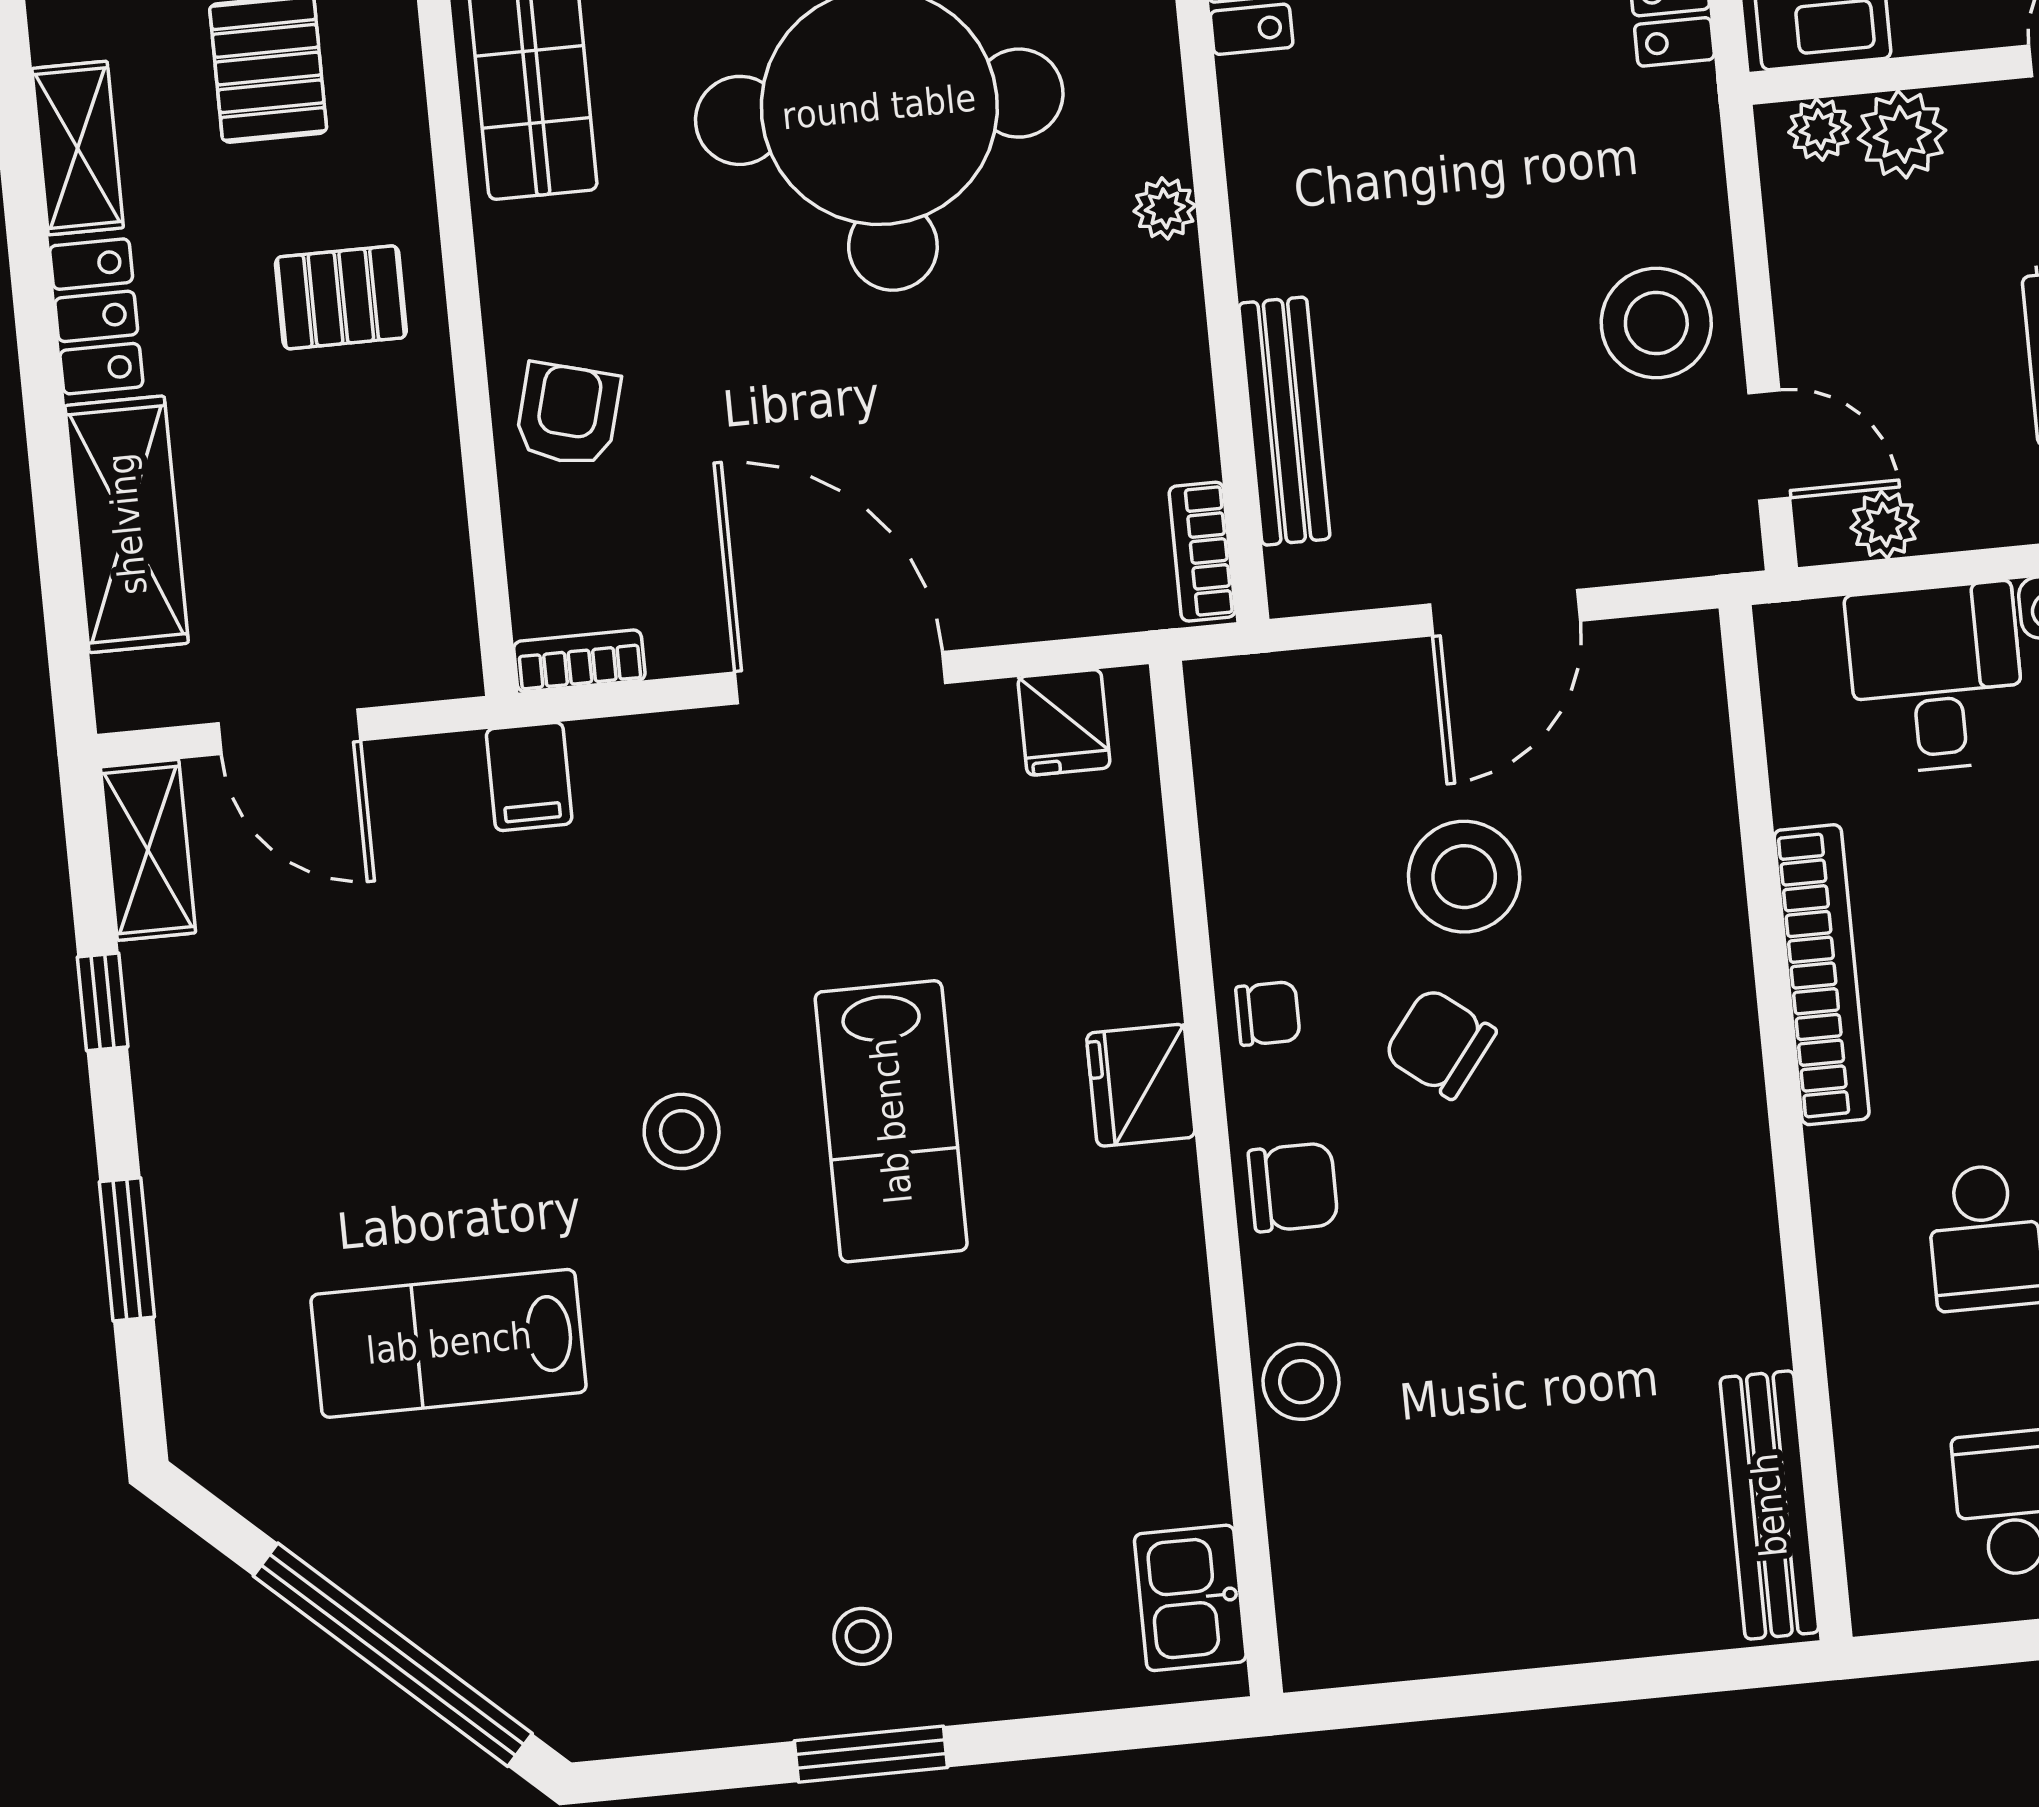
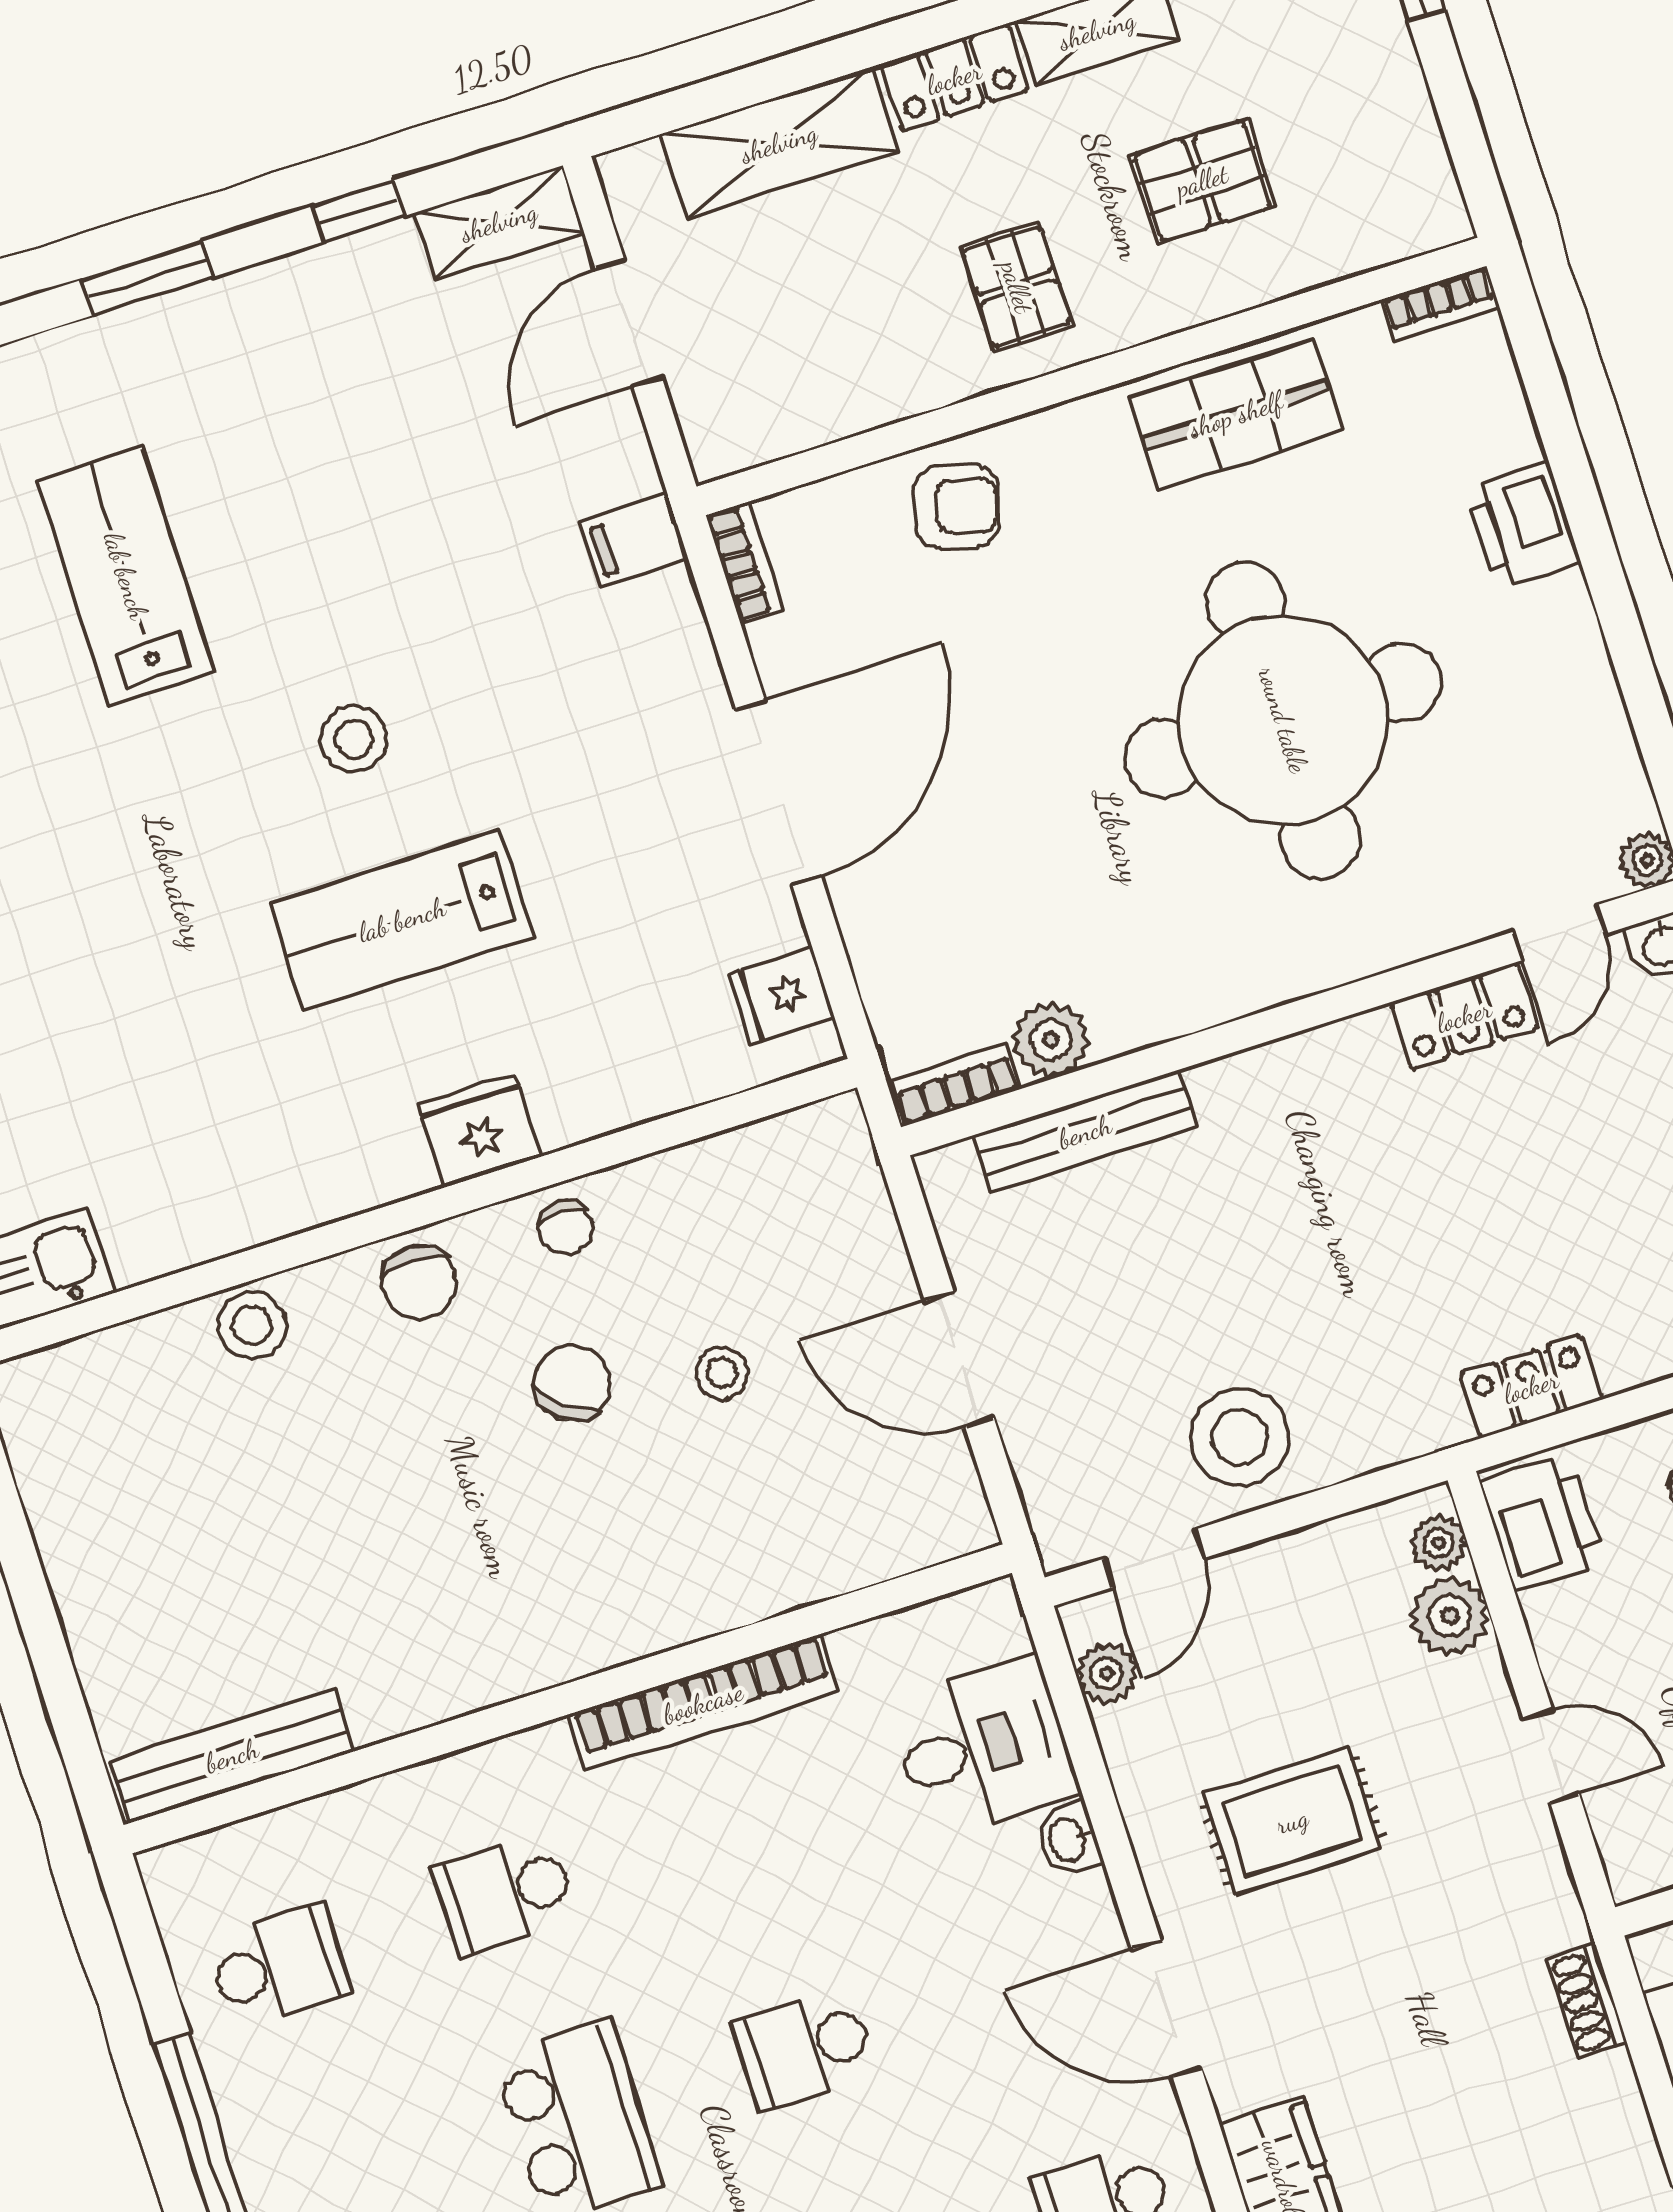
plant: (1165, 208) -> (1051, 1040), moved, width x1.38, depth x1.38
stool: (1464, 877) -> (722, 1373), width x0.53, depth x0.53

